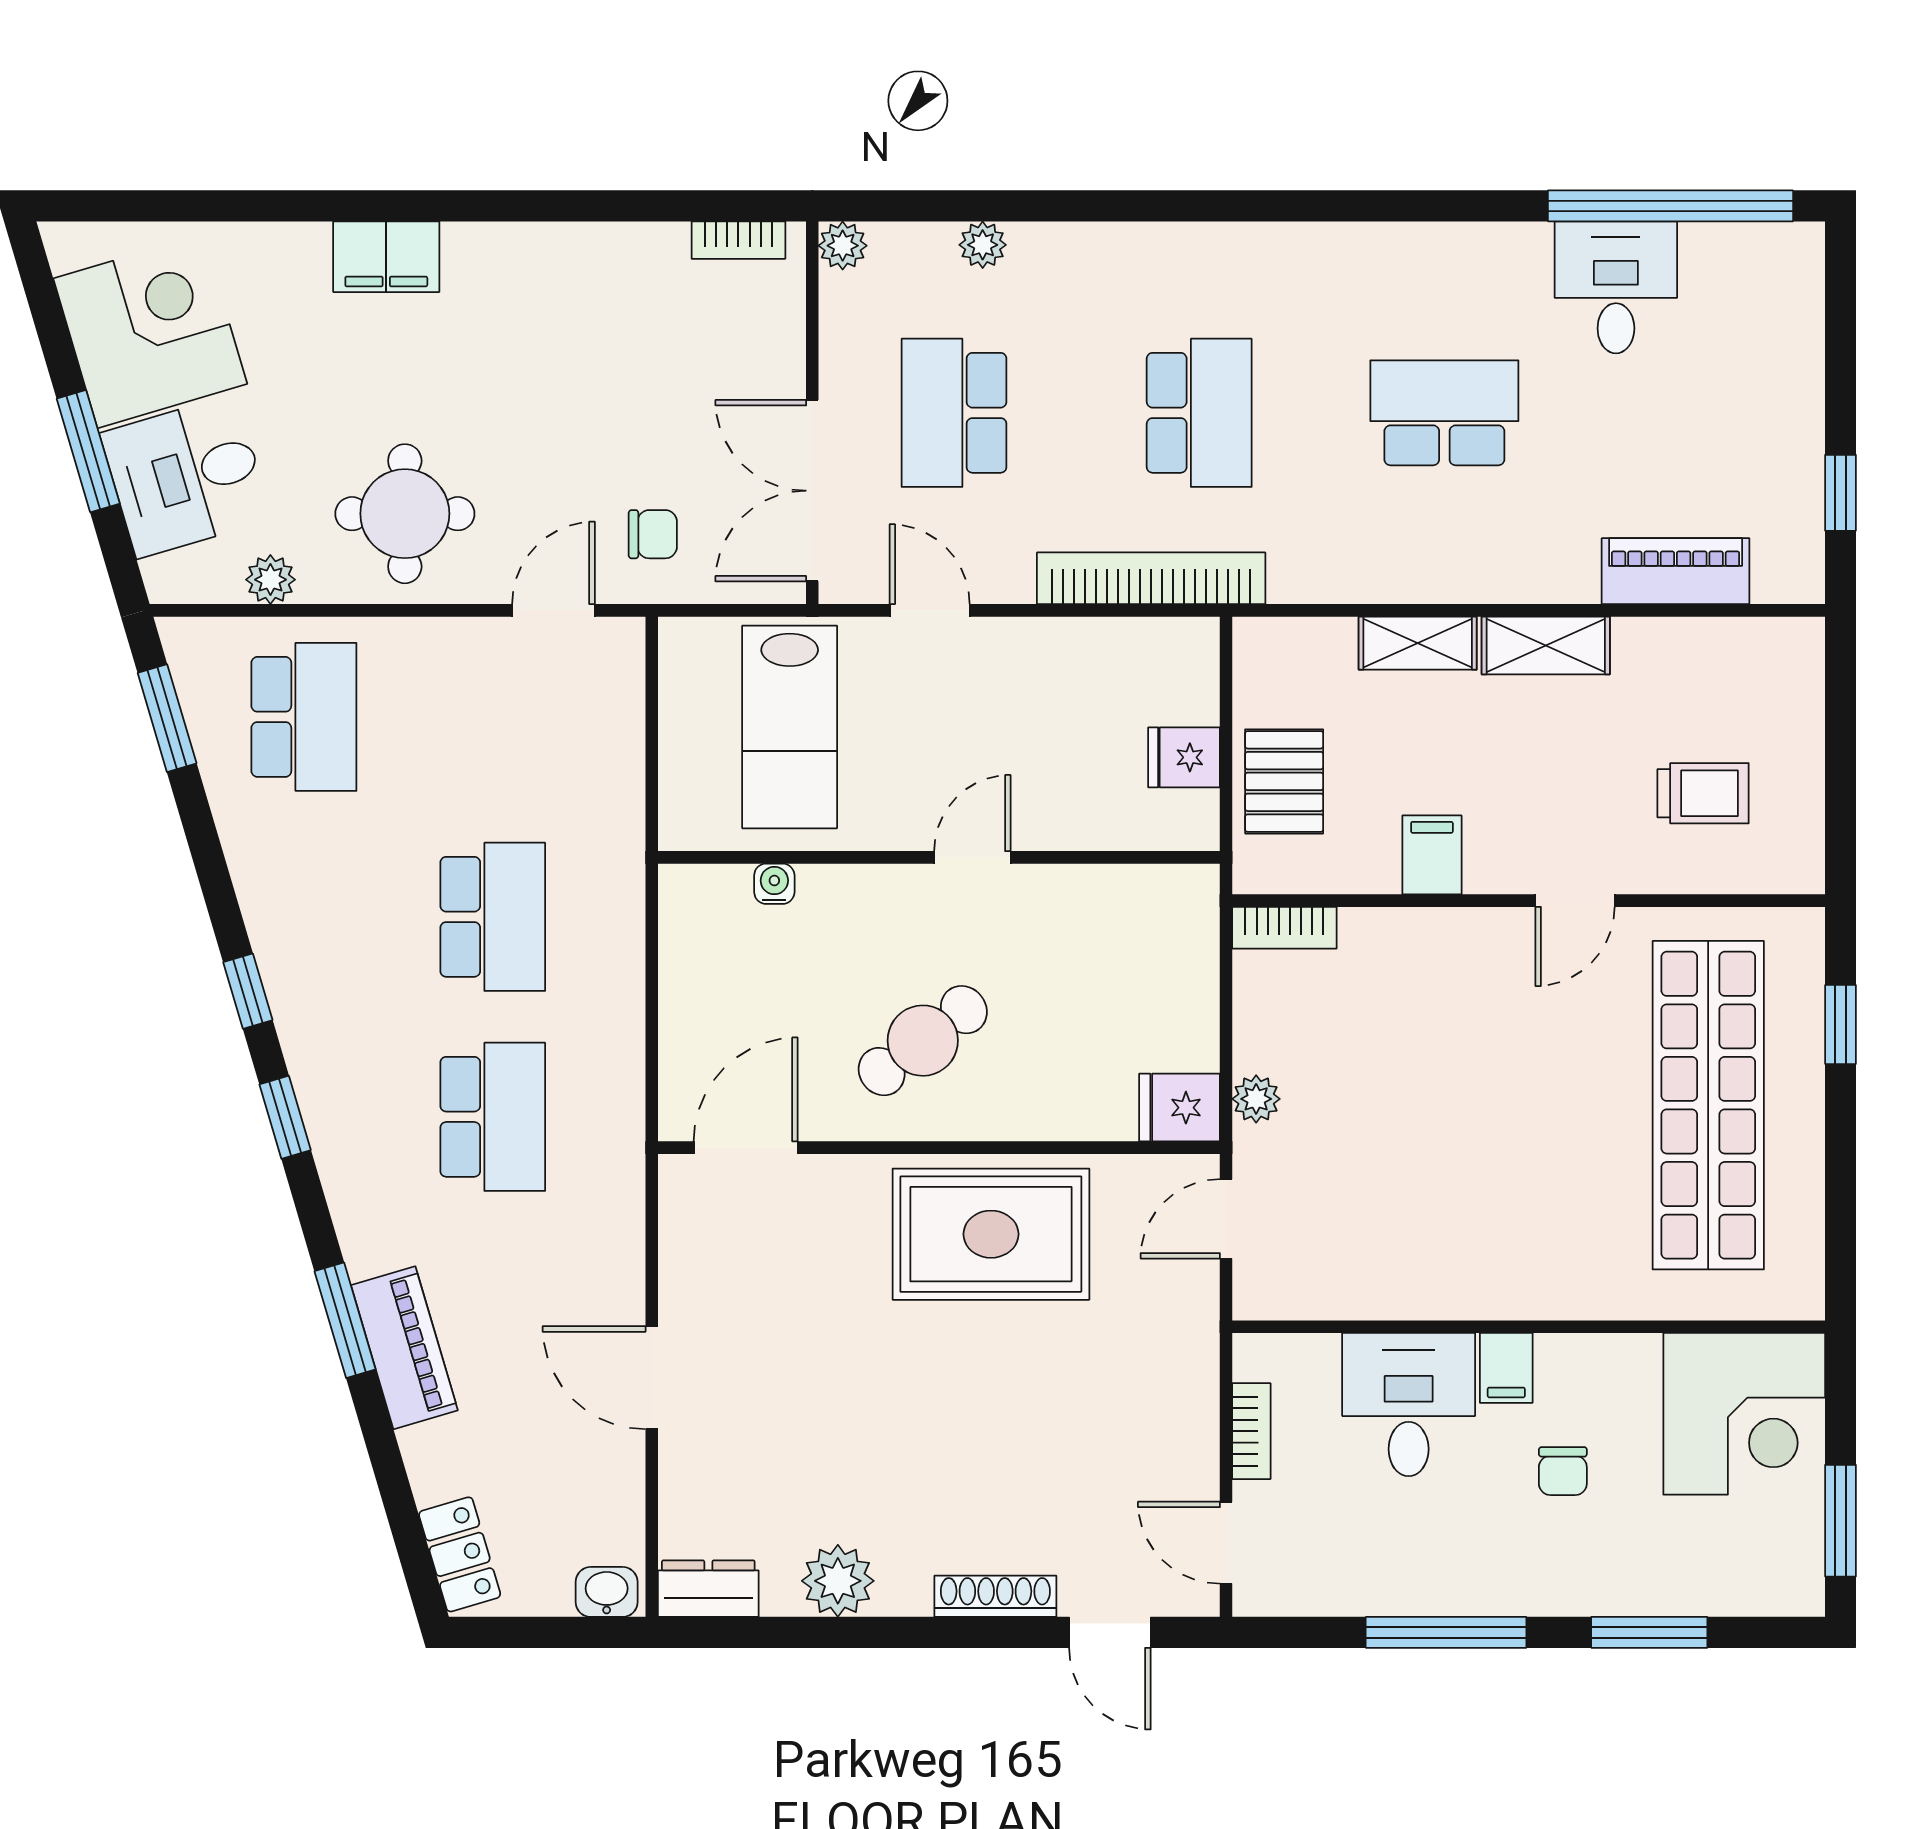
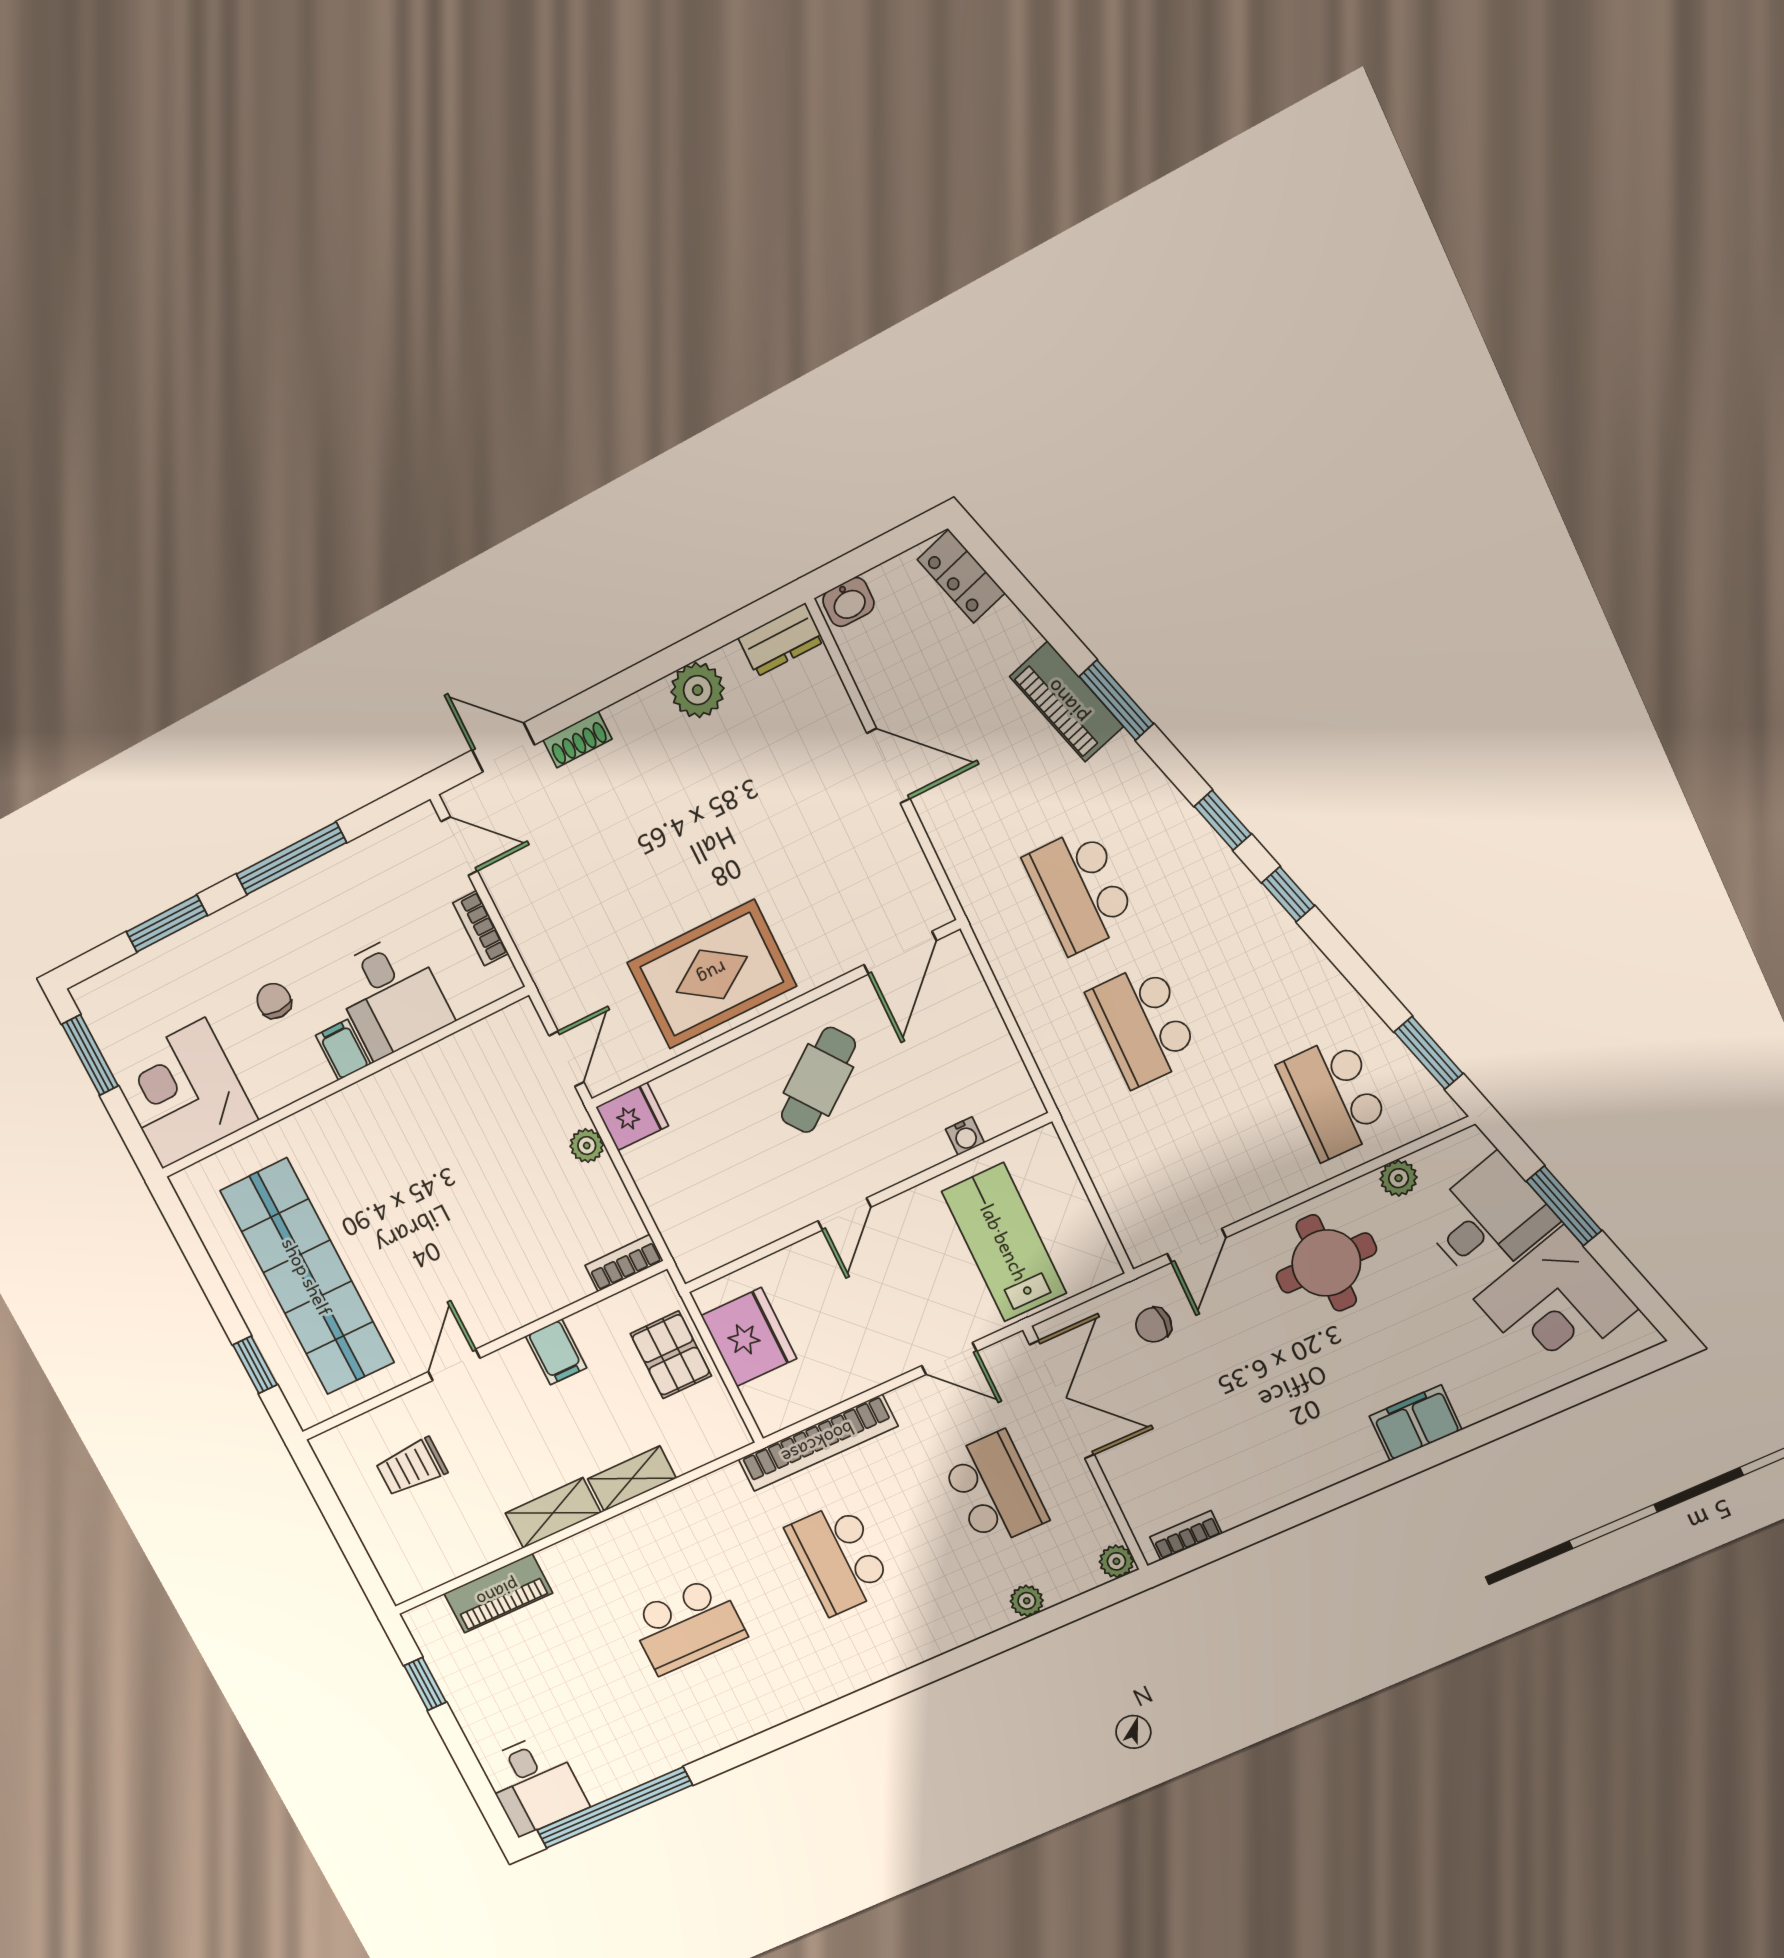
desk: (1616, 287) -> (534, 1784), moved
fridge: (1184, 757) -> (749, 1337), width x1.88, depth x1.34
shoe rack: (995, 1596) -> (577, 739), width x0.70

